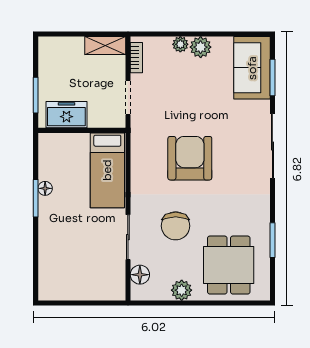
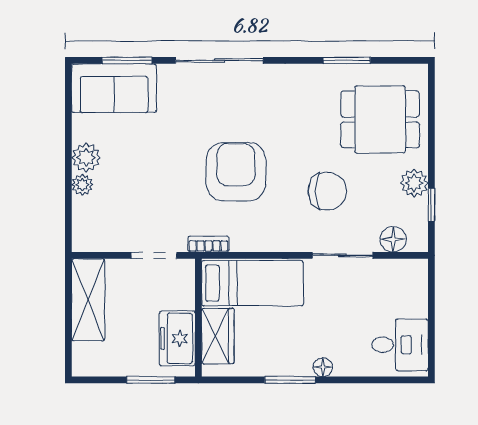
shelving: (105, 46) -> (88, 300), width x1.50, depth x1.33
bookcase: (136, 58) -> (208, 244), moved
wardrobe: (68, 145) -> (218, 336), added
armchair: (190, 158) -> (236, 172), turned 90
floor lamp: (45, 188) -> (323, 367), moved
desk: (62, 280) -> (400, 345), added
window: (166, 303) -> (431, 205), added

